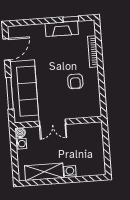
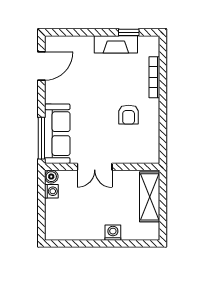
sofa: (24, 91) -> (57, 134), width x0.74, depth x0.79
window: (10, 93) -> (41, 138), moved
shelving: (44, 172) -> (150, 197), moved, turned 90

